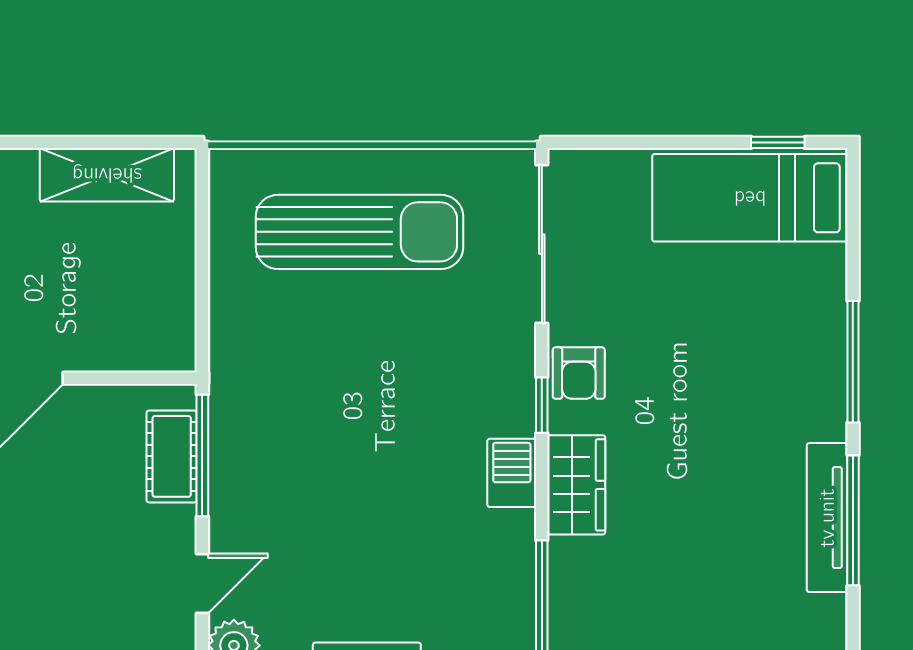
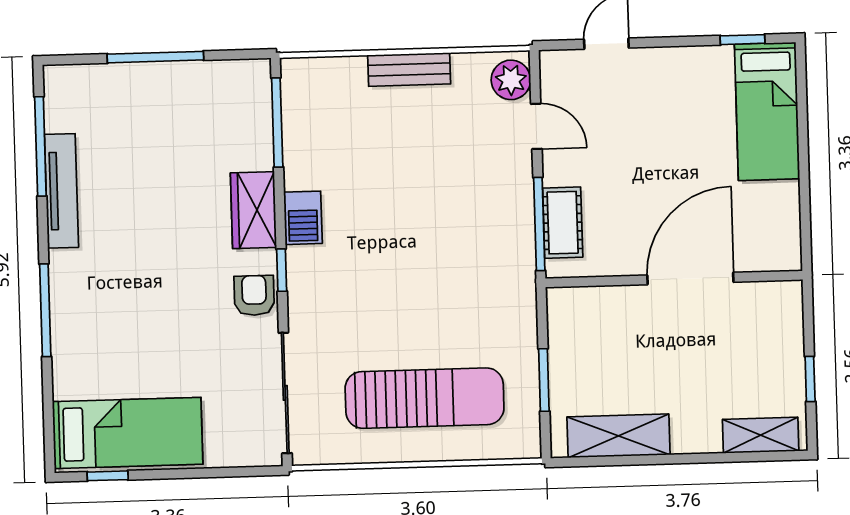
sun lounger: (359, 232) -> (425, 398), turned 180
window: (202, 251) -> (544, 380), added
window: (853, 520) -> (40, 146), moved
door: (202, 584) -> (536, 126), swing flipped

